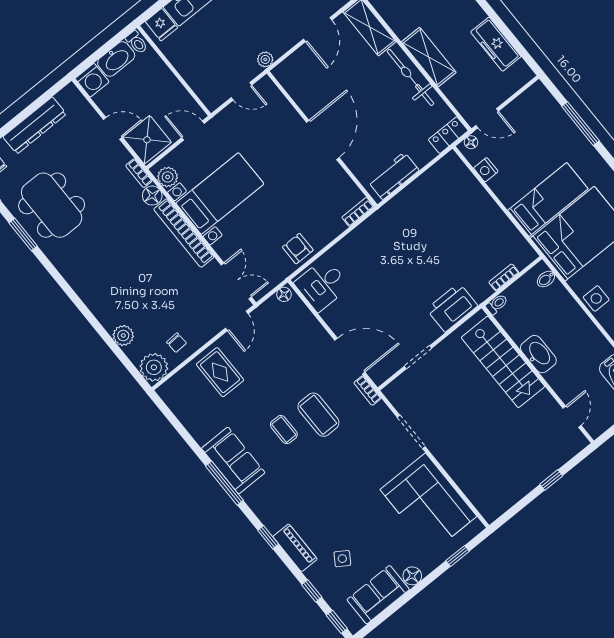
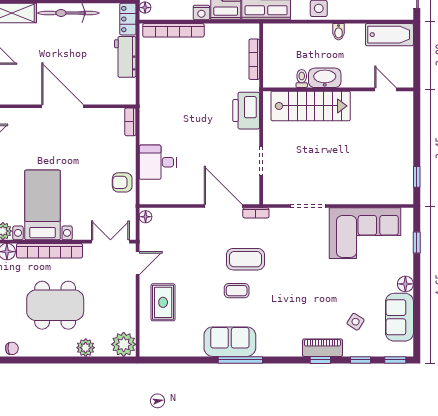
nightstand: (486, 170) -> (201, 13), moved
workbench: (393, 176) -> (125, 57), moved
bookcase: (471, 184) -> (173, 30), added
bookcase: (504, 277) -> (254, 59), width x1.56
dining table: (139, 278) -> (55, 305), added
bidet: (546, 279) -> (339, 32), moved
desk: (322, 285) -> (158, 162), moved, turned 90
toilet: (497, 304) -> (302, 79), moved
door: (237, 321) -> (138, 263), hinge flipped
chair: (177, 343) -> (12, 348), moved
door: (350, 356) -> (223, 206), hinge flipped
rug: (220, 372) -> (163, 302), turned 90
window: (551, 480) -> (417, 177), moved
window: (268, 537) -> (320, 360), moved

